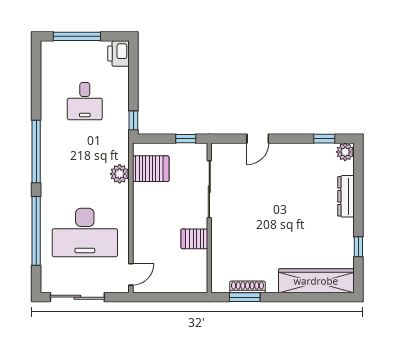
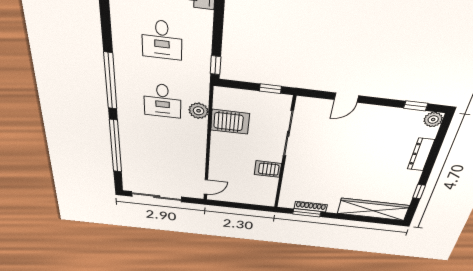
server rack: (151, 169) -> (230, 122), moved
desk: (85, 232) -> (163, 101), moved, width x0.53, depth x0.77

